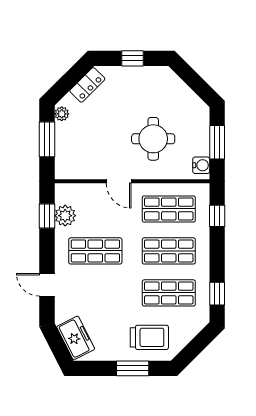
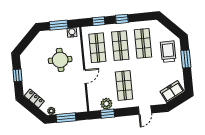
window: (217, 294) -> (122, 19), moved

